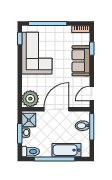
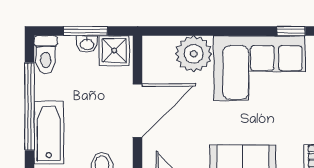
plant: (30, 99) -> (194, 54), moved
door: (56, 109) -> (138, 111), hinge flipped

